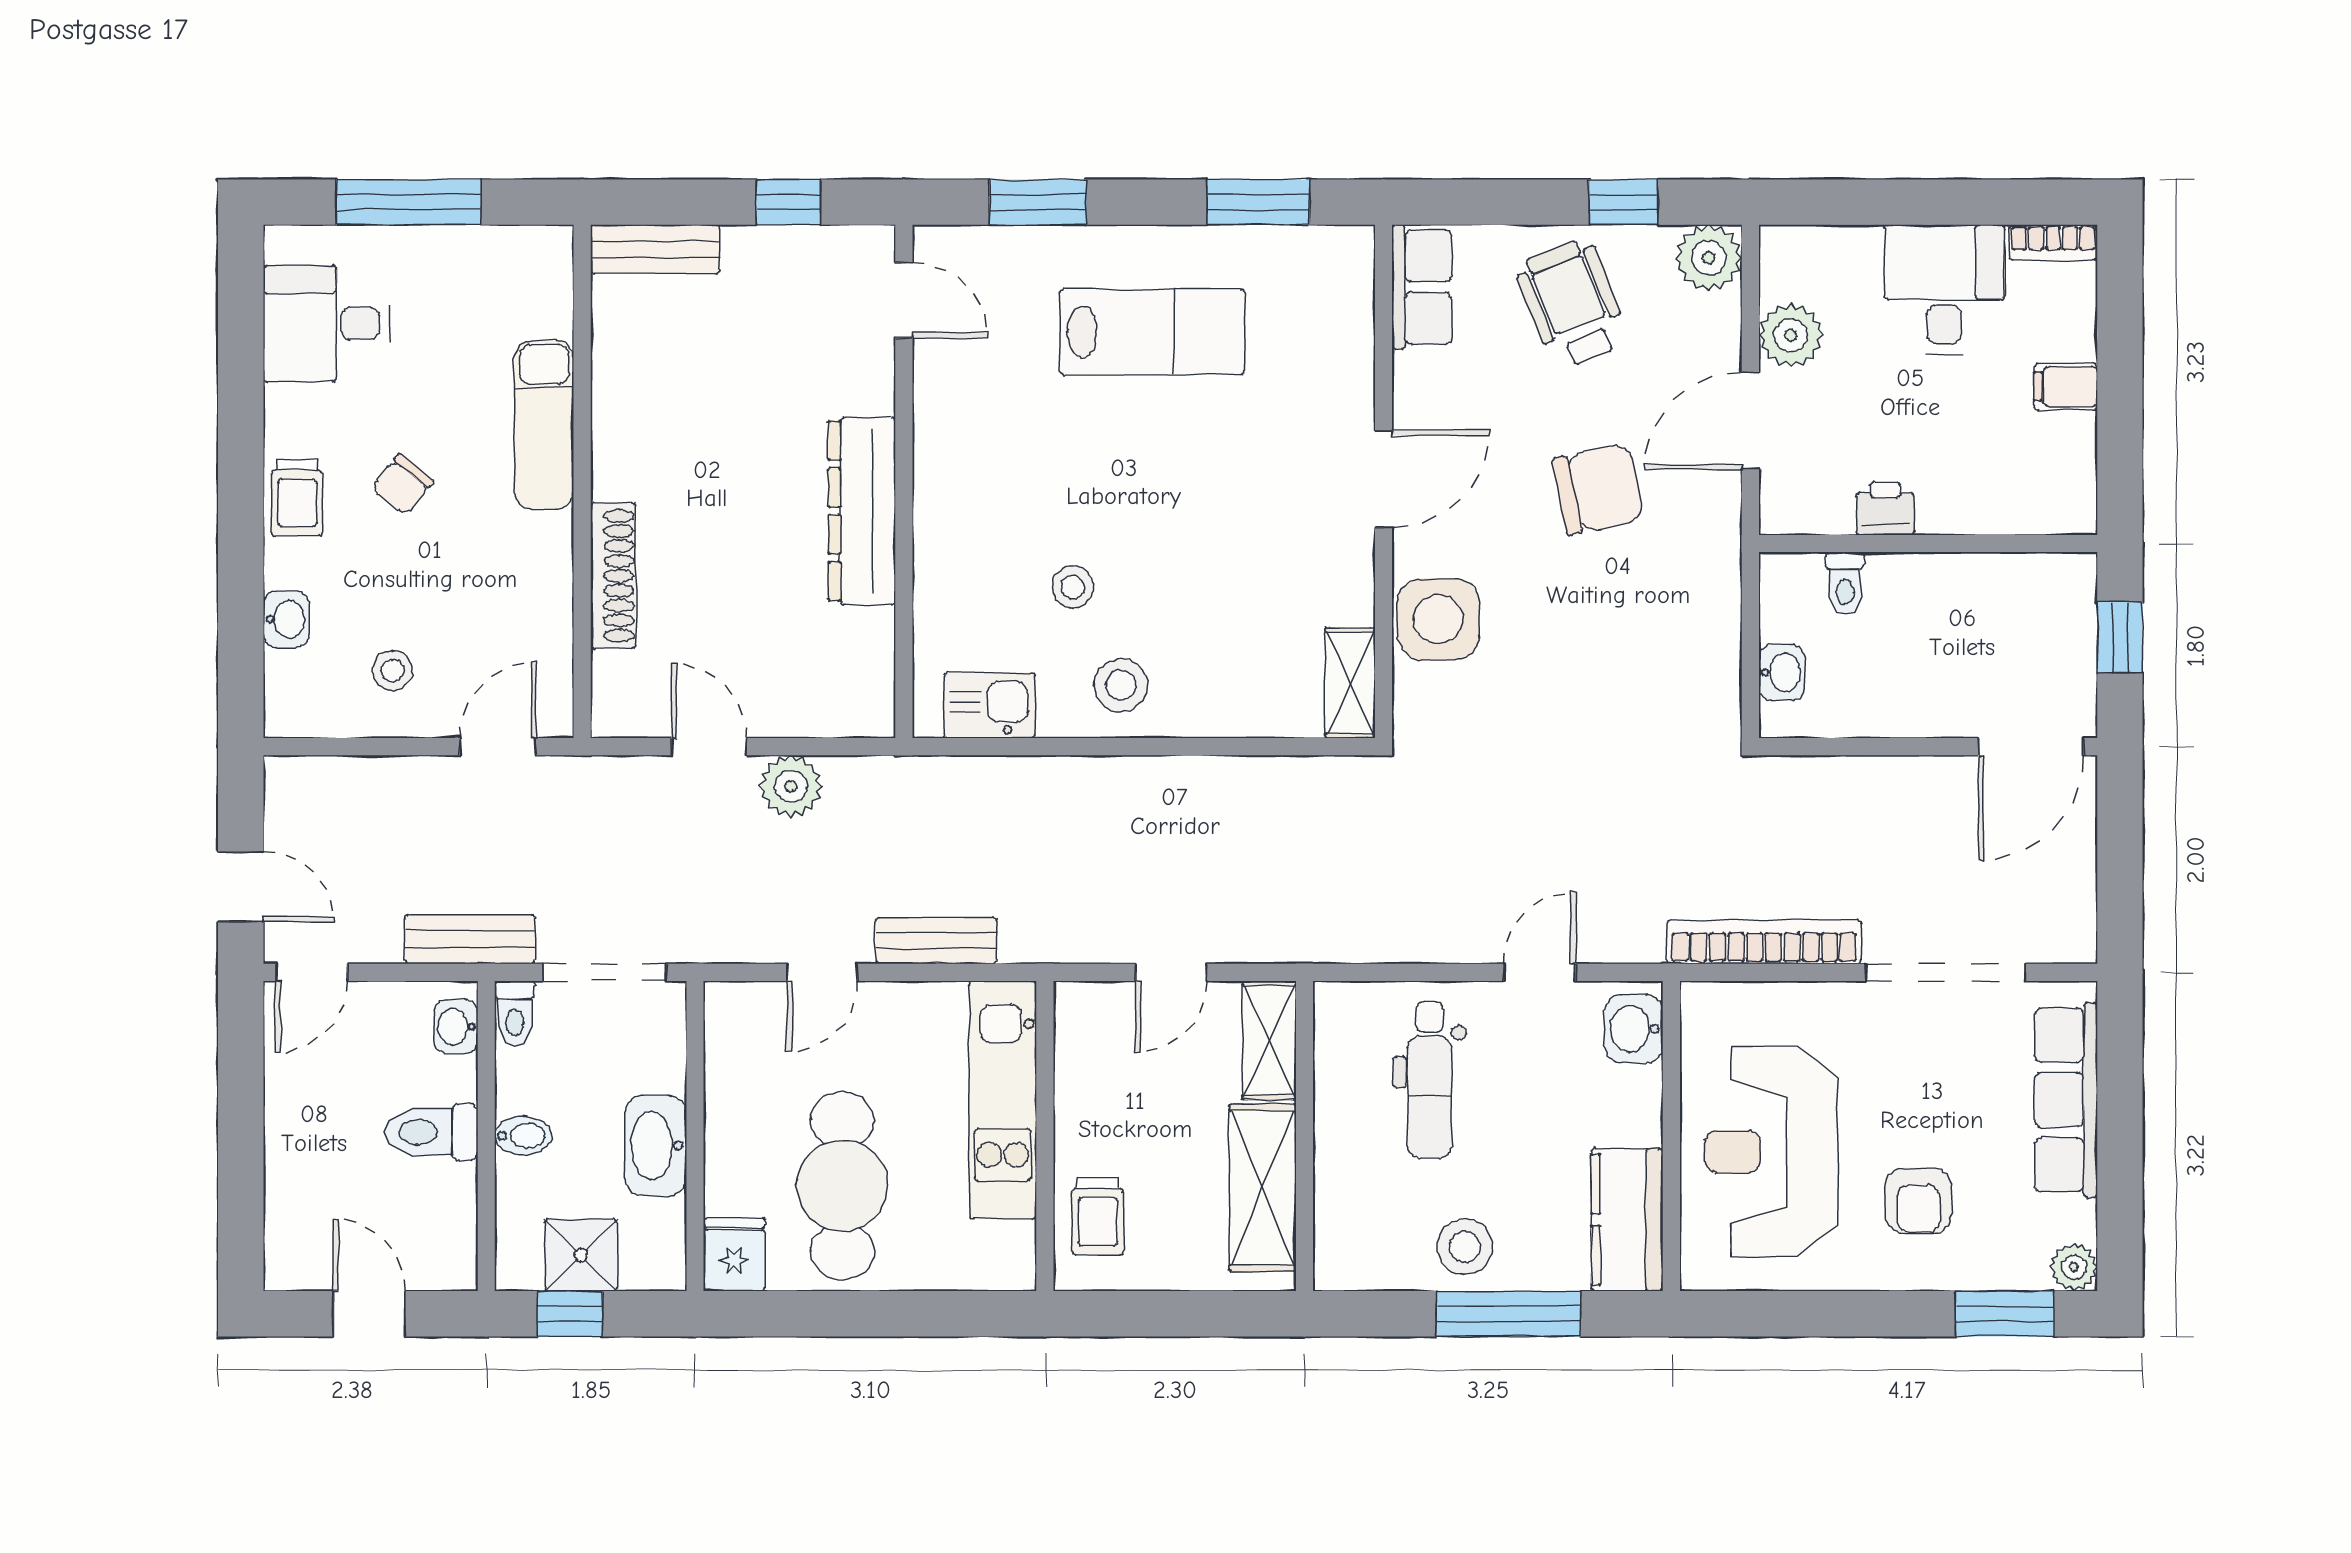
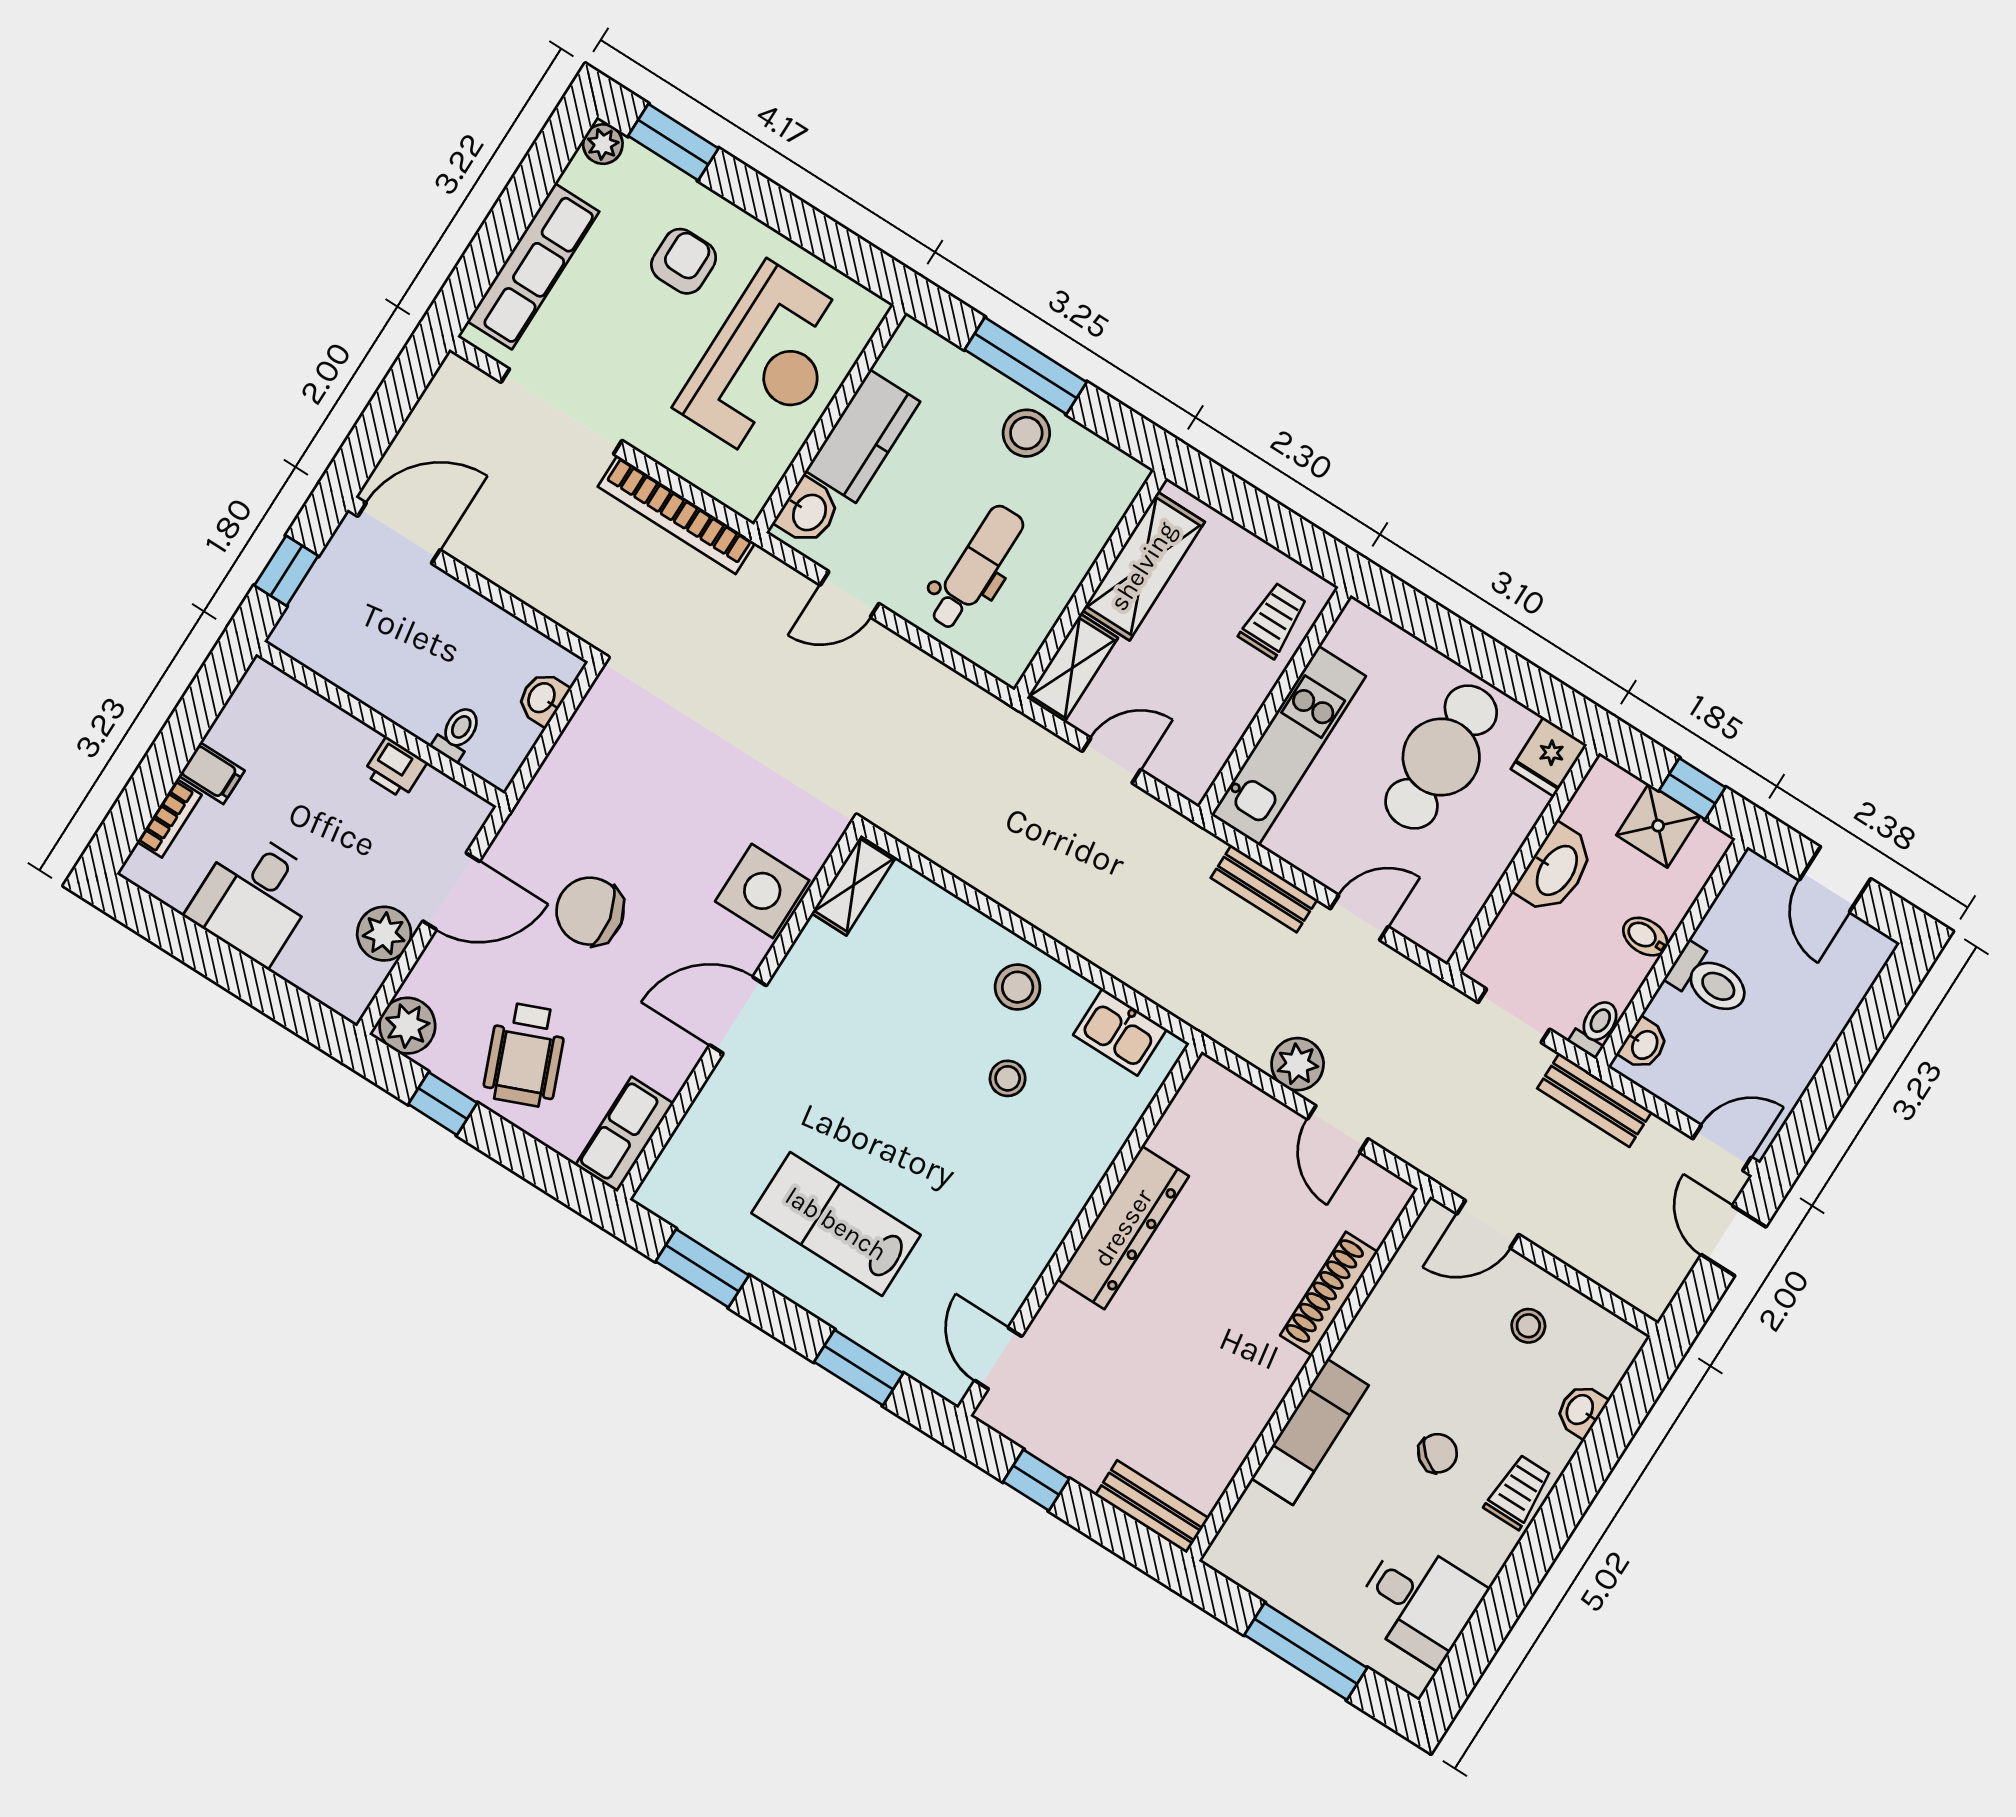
bookcase: (2053, 242) -> (169, 818), moved, turned 90
doorway: (605, 972) -> (1514, 1016), width x0.73
kitchen counter: (1627, 1220) -> (863, 436), moved

